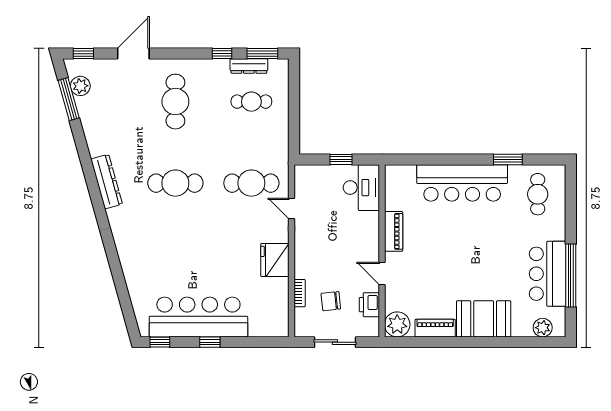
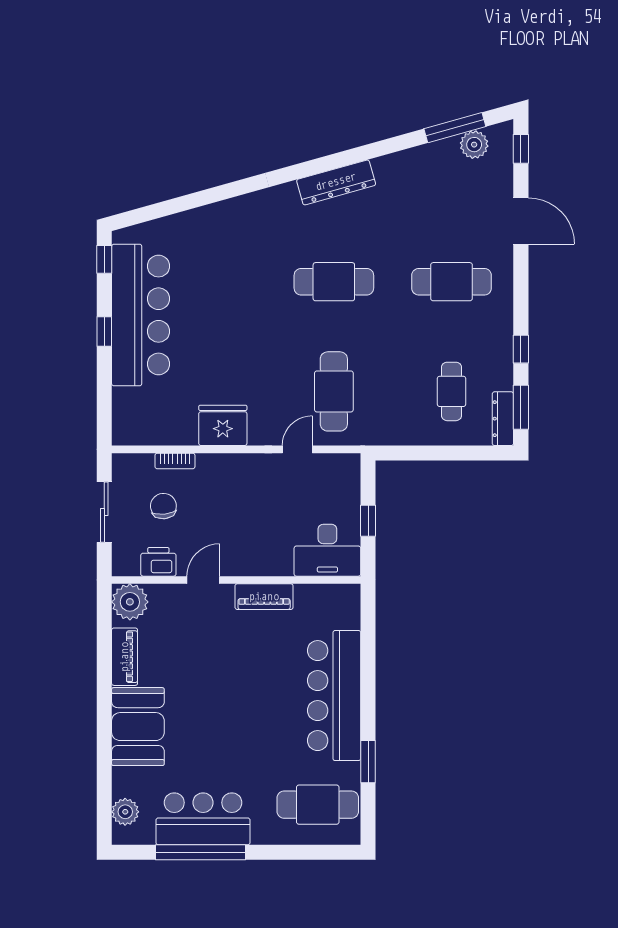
dresser: (249, 66) -> (503, 419), moved
cafe table: (175, 183) -> (334, 282), turned 90
cafe table: (538, 194) -> (318, 805), width x1.37, depth x1.35

